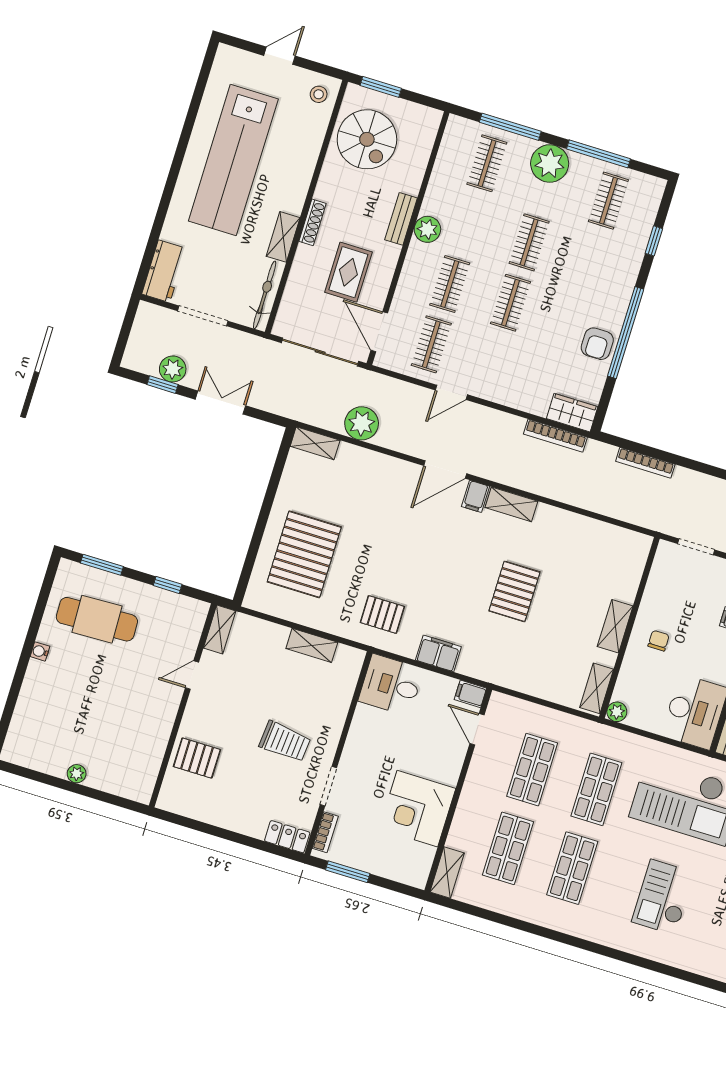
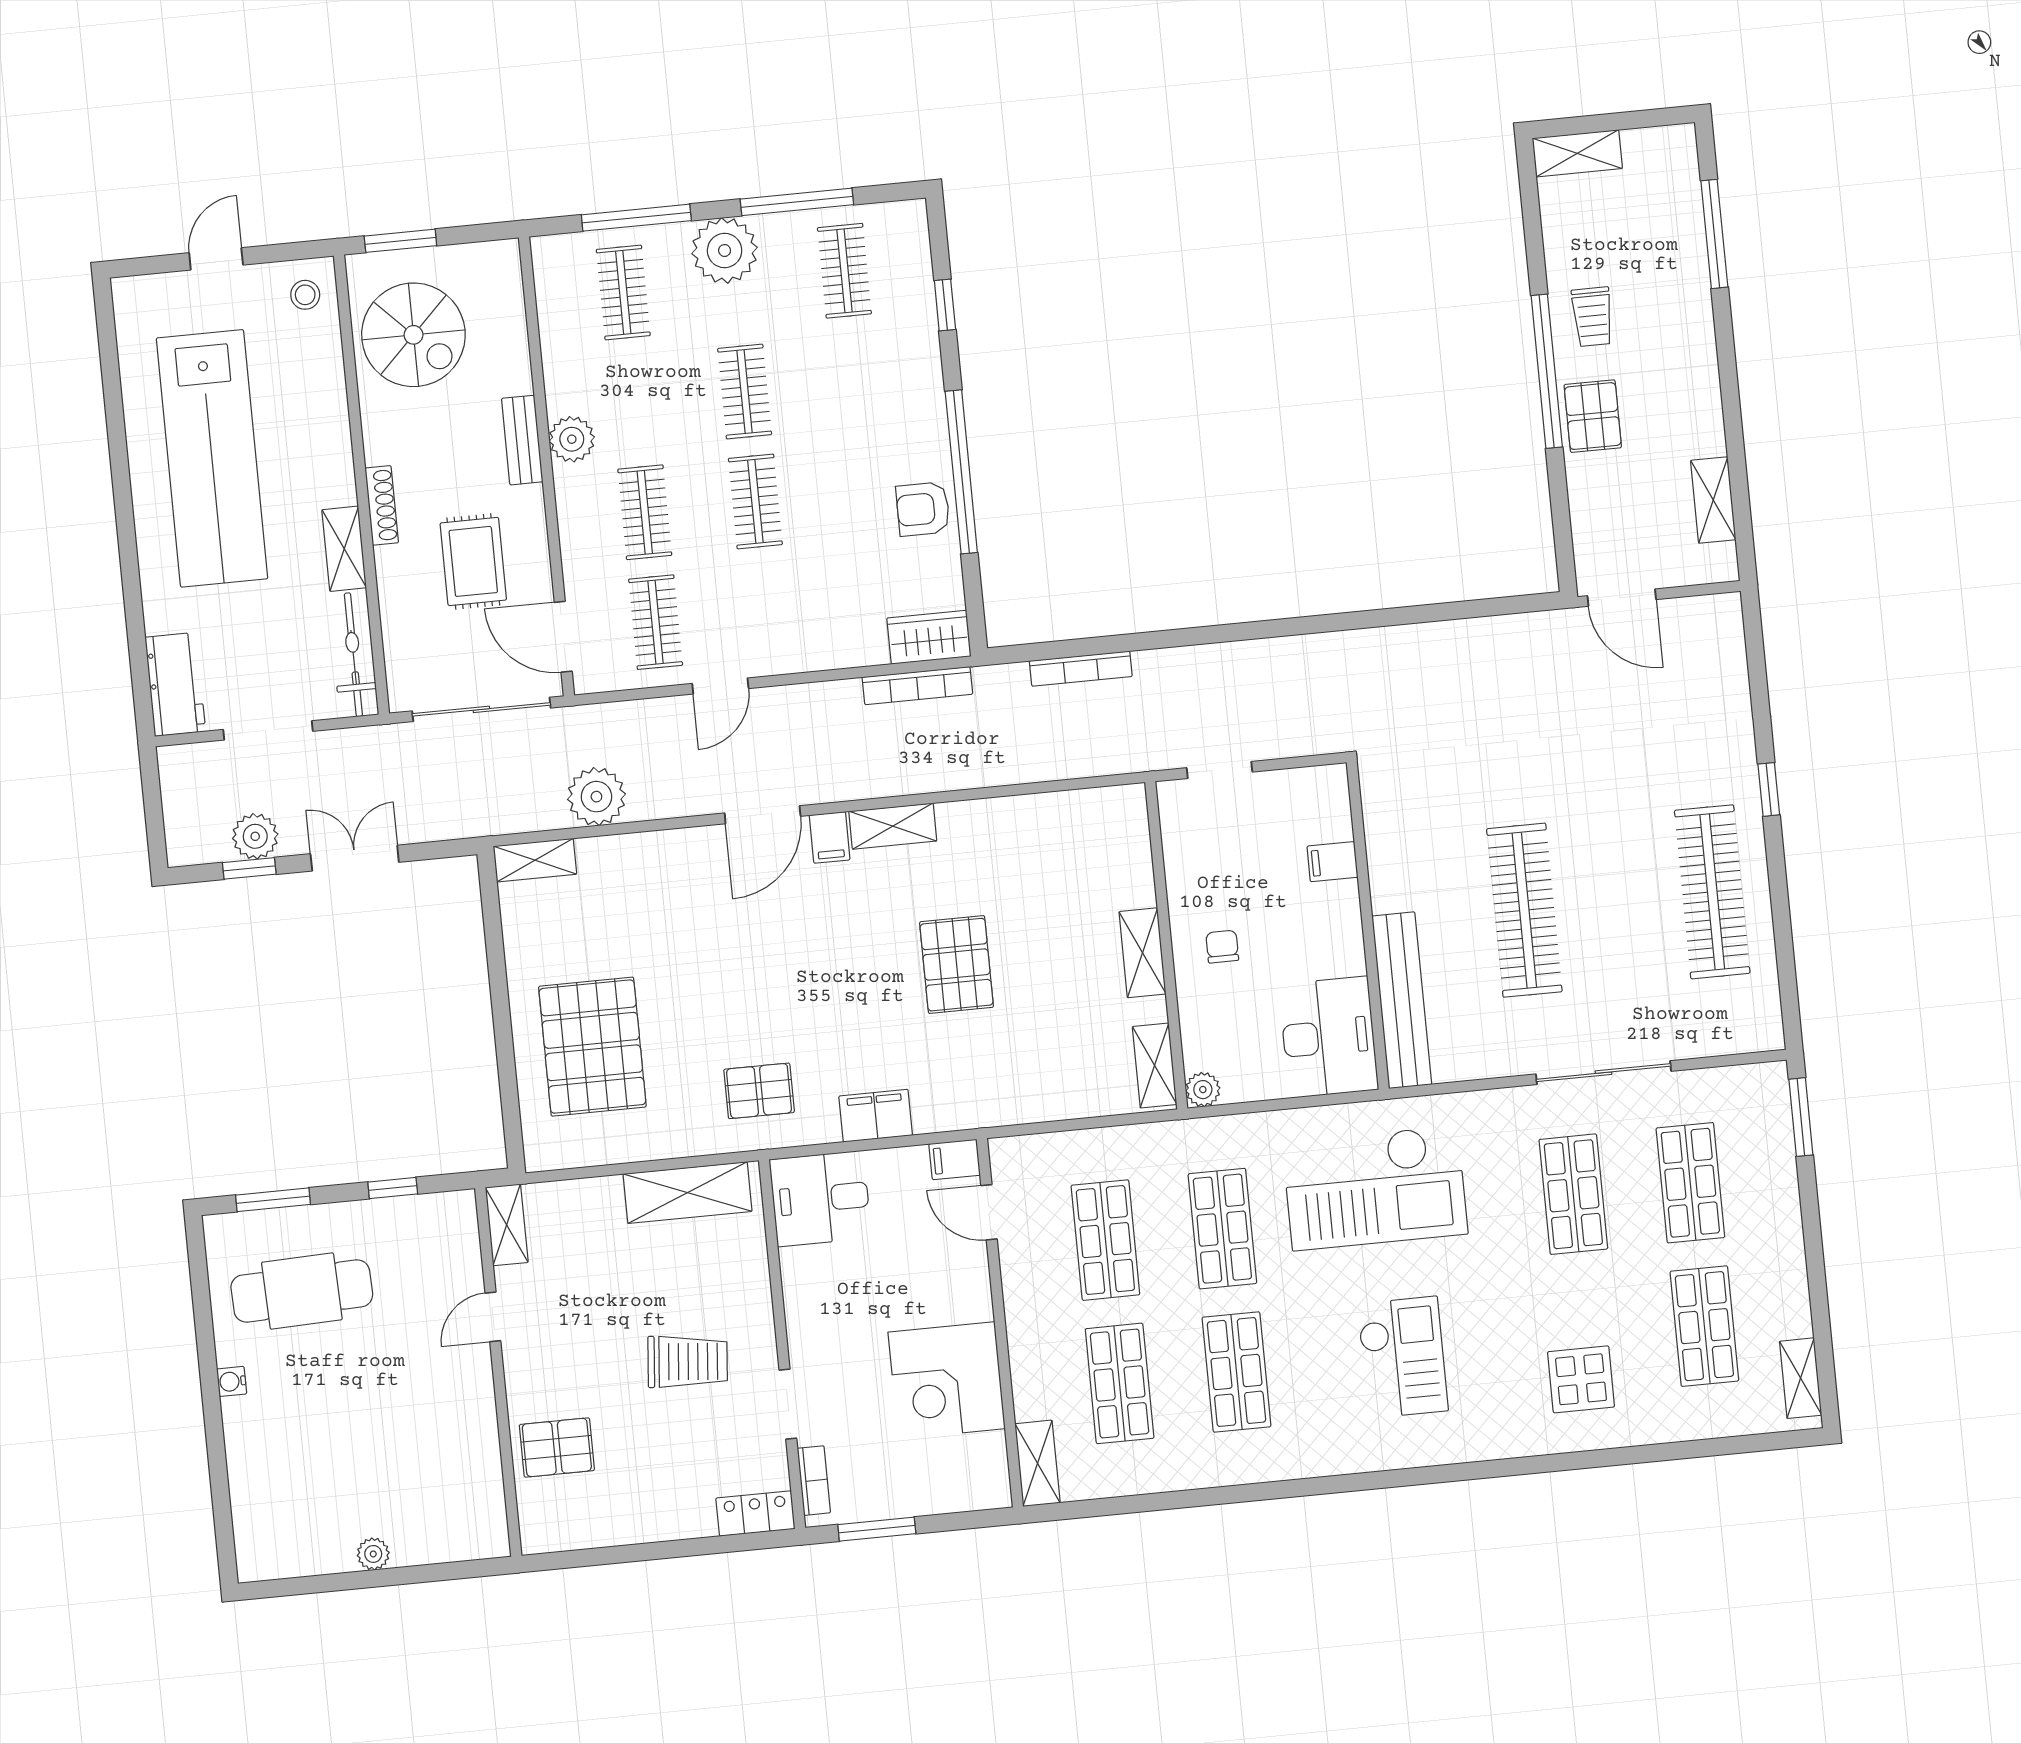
armchair: (597, 344) -> (923, 509), turned 90
shelving: (312, 645) -> (688, 1193), width x1.50, depth x1.33
checkout: (663, 897) -> (1403, 1357), turned 180

